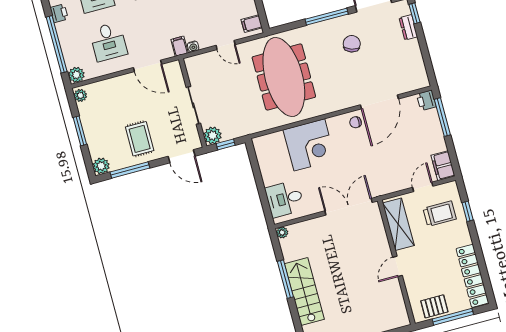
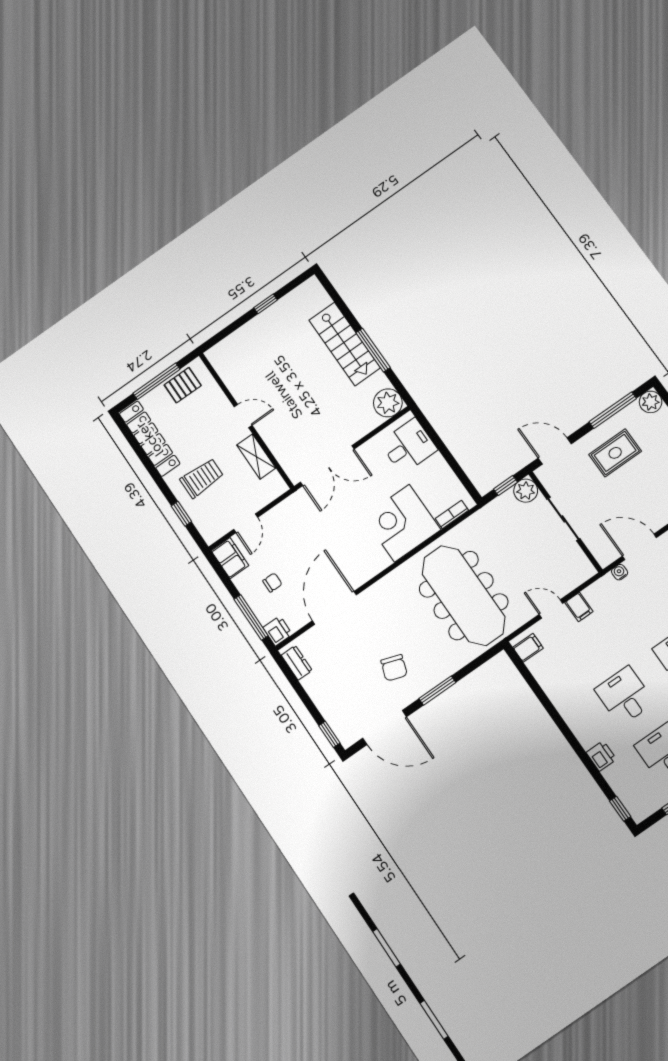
window: (327, 17) -> (437, 691), width x0.69
dresser: (408, 27) -> (297, 663), moved
filing cabinet: (180, 46) -> (579, 607), moved
water cooler: (193, 46) -> (620, 572), moved
chair: (355, 122) -> (272, 582), moved
bookcase: (271, 138) -> (452, 514), added
rug: (140, 139) -> (615, 453), turned 90
trolley: (440, 214) -> (202, 478), moved, turned 180
shelving: (398, 224) -> (256, 457), width x0.67, depth x0.75
plant: (282, 233) -> (388, 403), width x1.87, depth x1.87
door: (397, 266) -> (243, 416), hinge flipped

